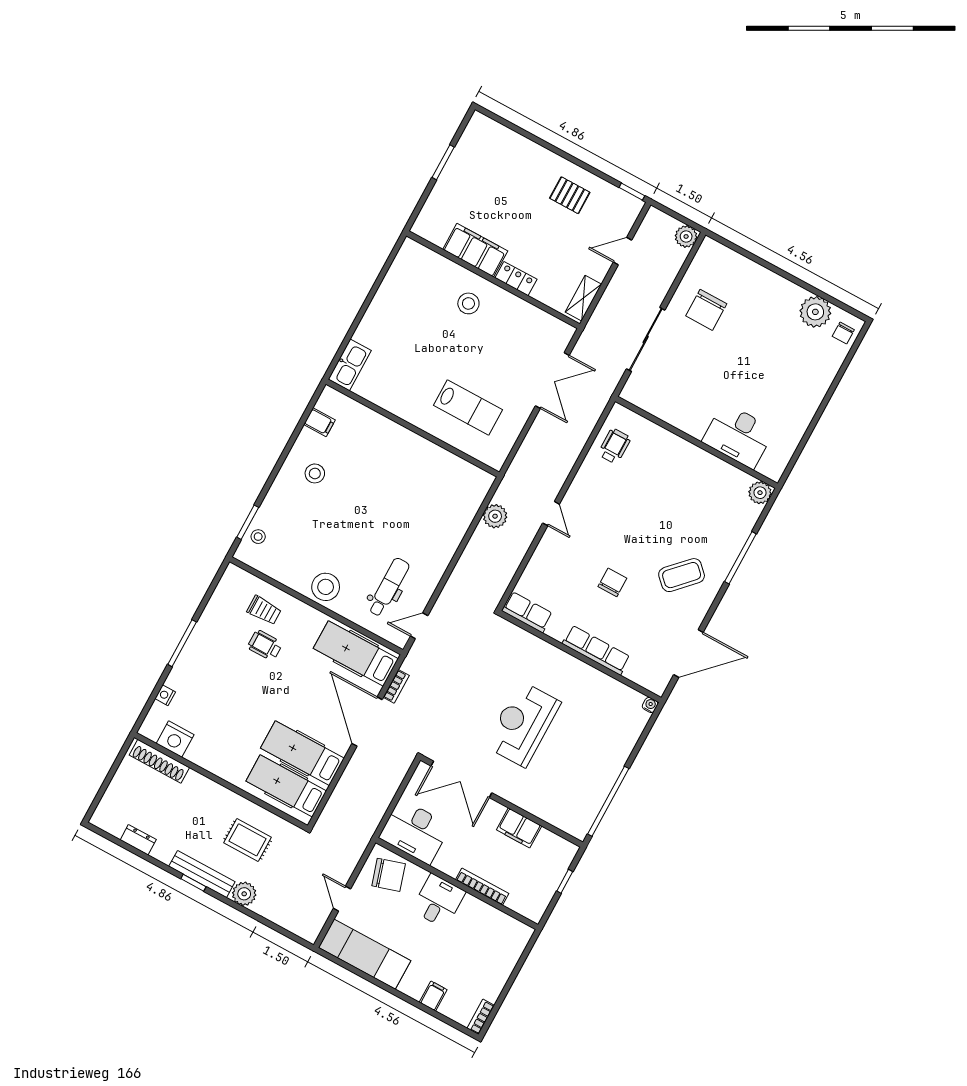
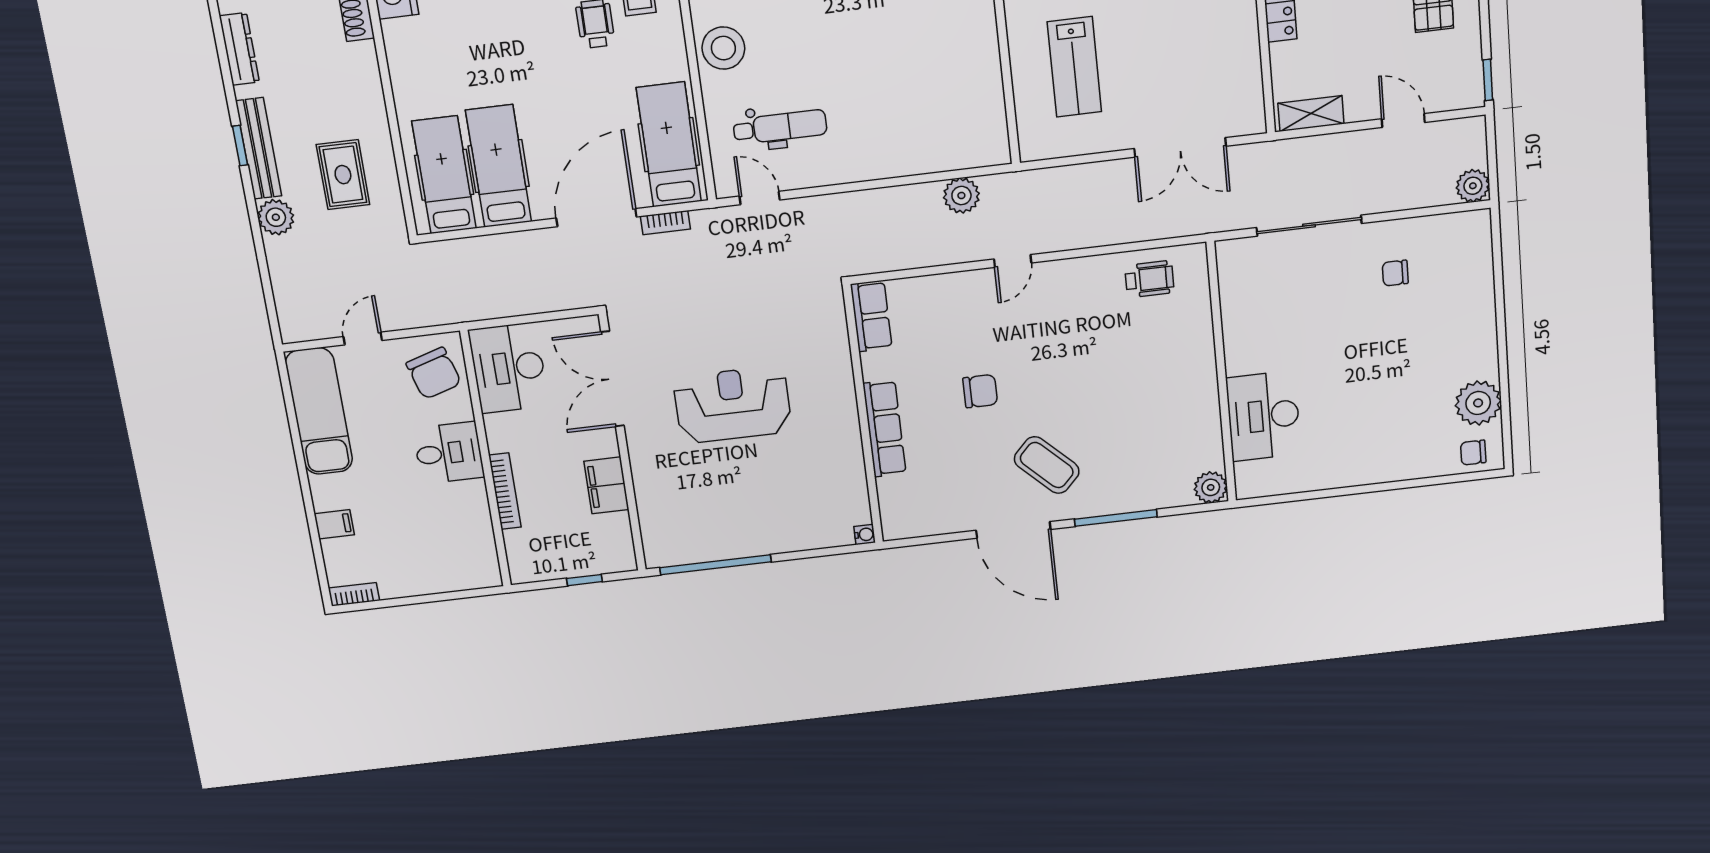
chair: (706, 310) -> (1395, 273), width x0.54, depth x0.54
door: (688, 654) -> (1013, 530), moved
dresser: (138, 840) -> (239, 49), width x1.44

